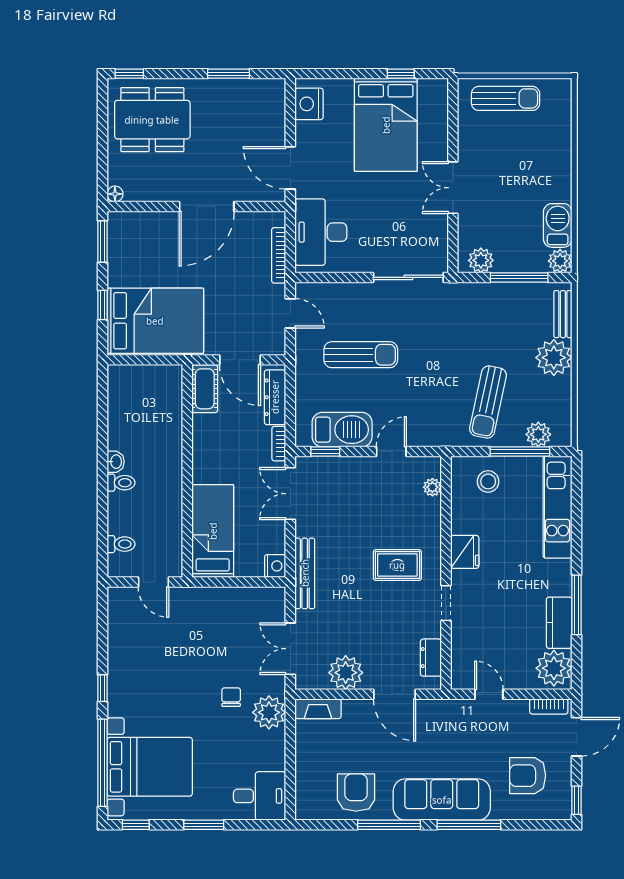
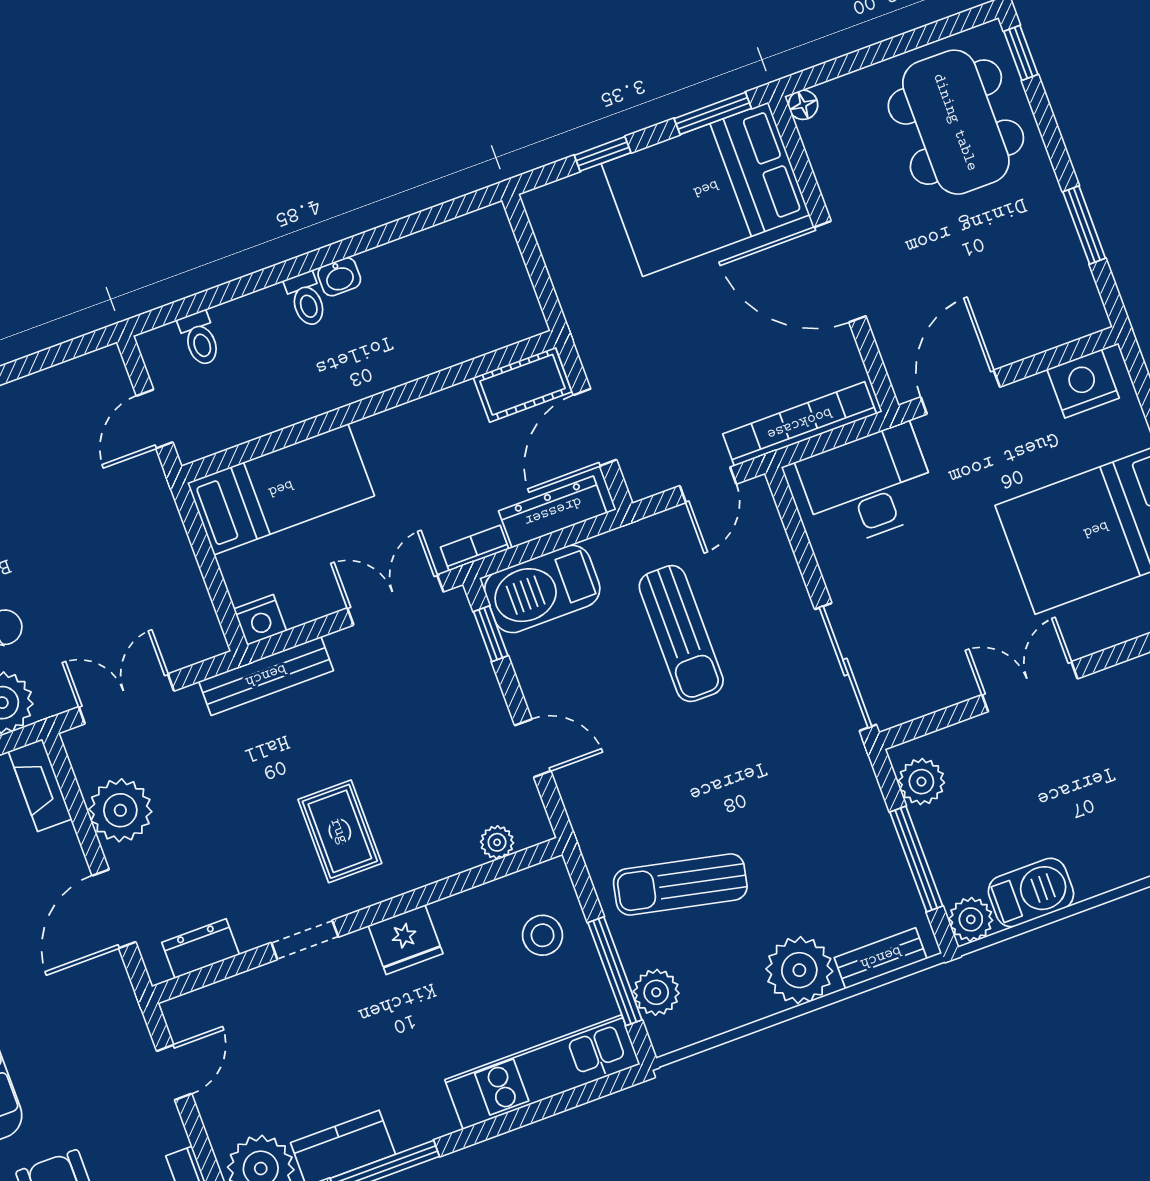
bookcase: (279, 255) -> (800, 424), width x1.48, depth x1.31
bed: (155, 321) -> (706, 189), moved, turned 90
barbecue: (342, 430) -> (542, 589), moved, turned 90

